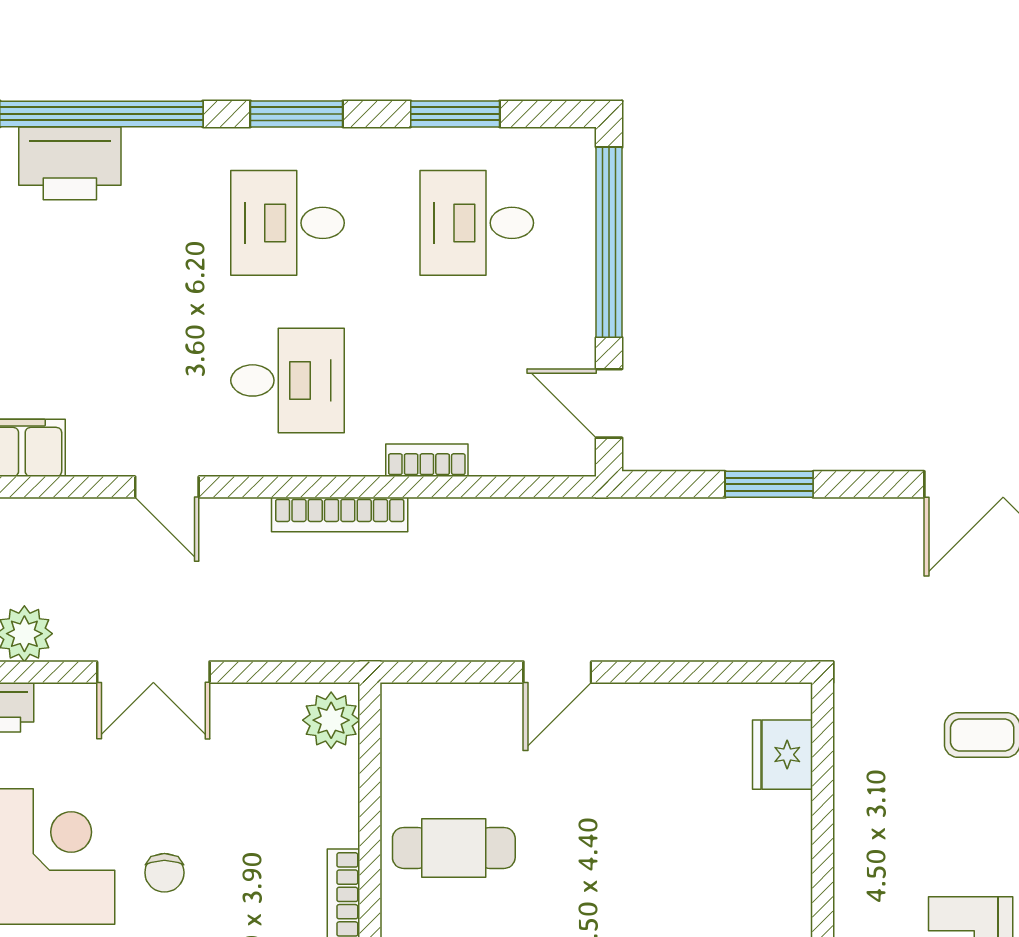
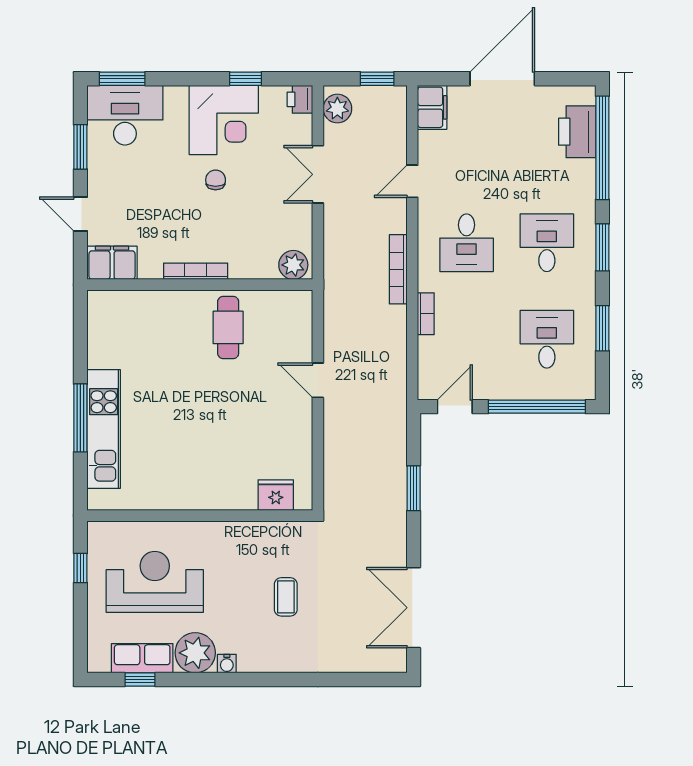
chair: (164, 873) -> (216, 180), turned 90

